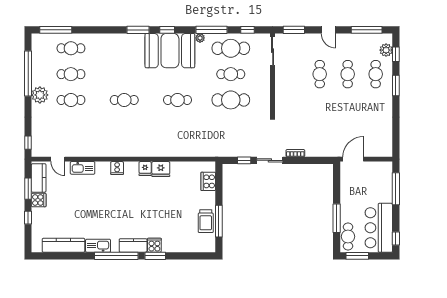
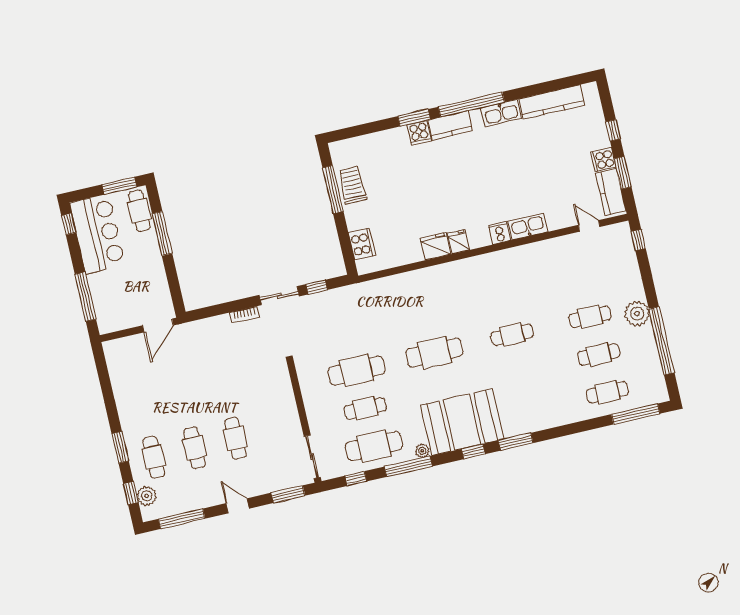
cafe table: (177, 100) -> (434, 353), width x1.37, depth x1.35
kitchen sink: (83, 168) -> (528, 227), moved

